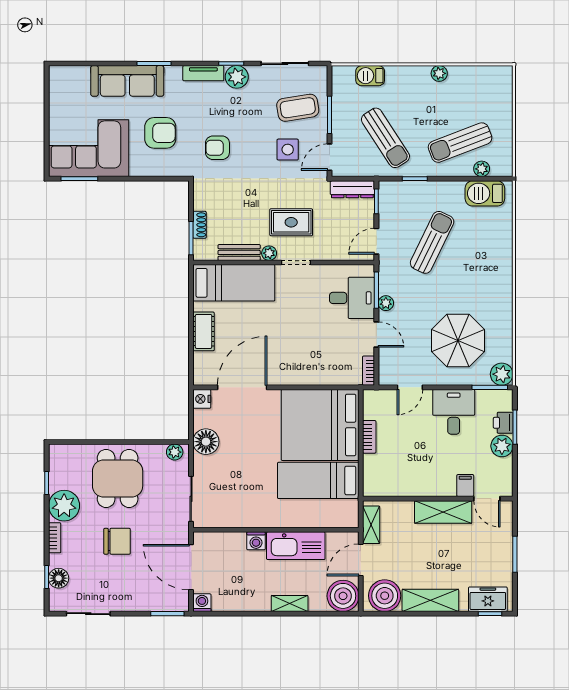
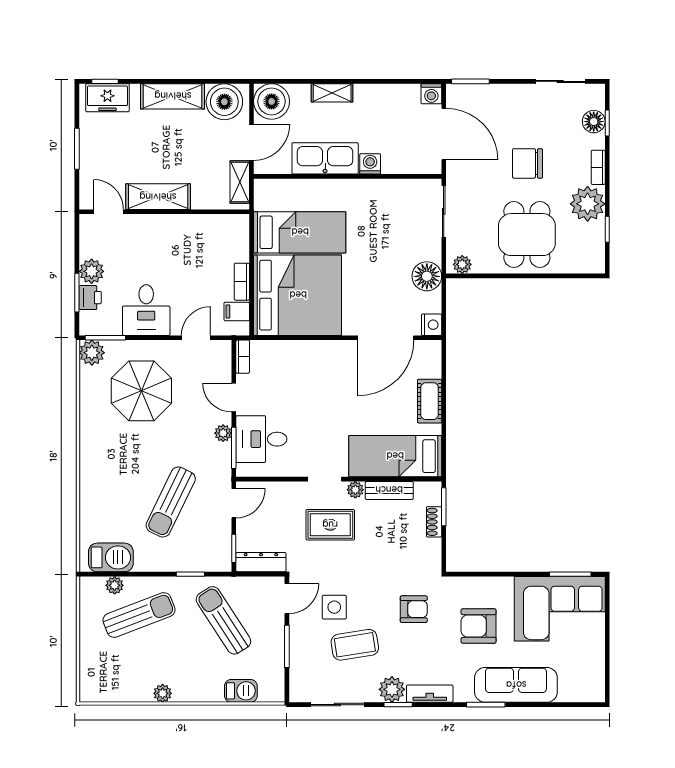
coffee table: (298, 108) -> (355, 645), moved
filing cabinet: (465, 486) -> (237, 311), moved, turned 90

